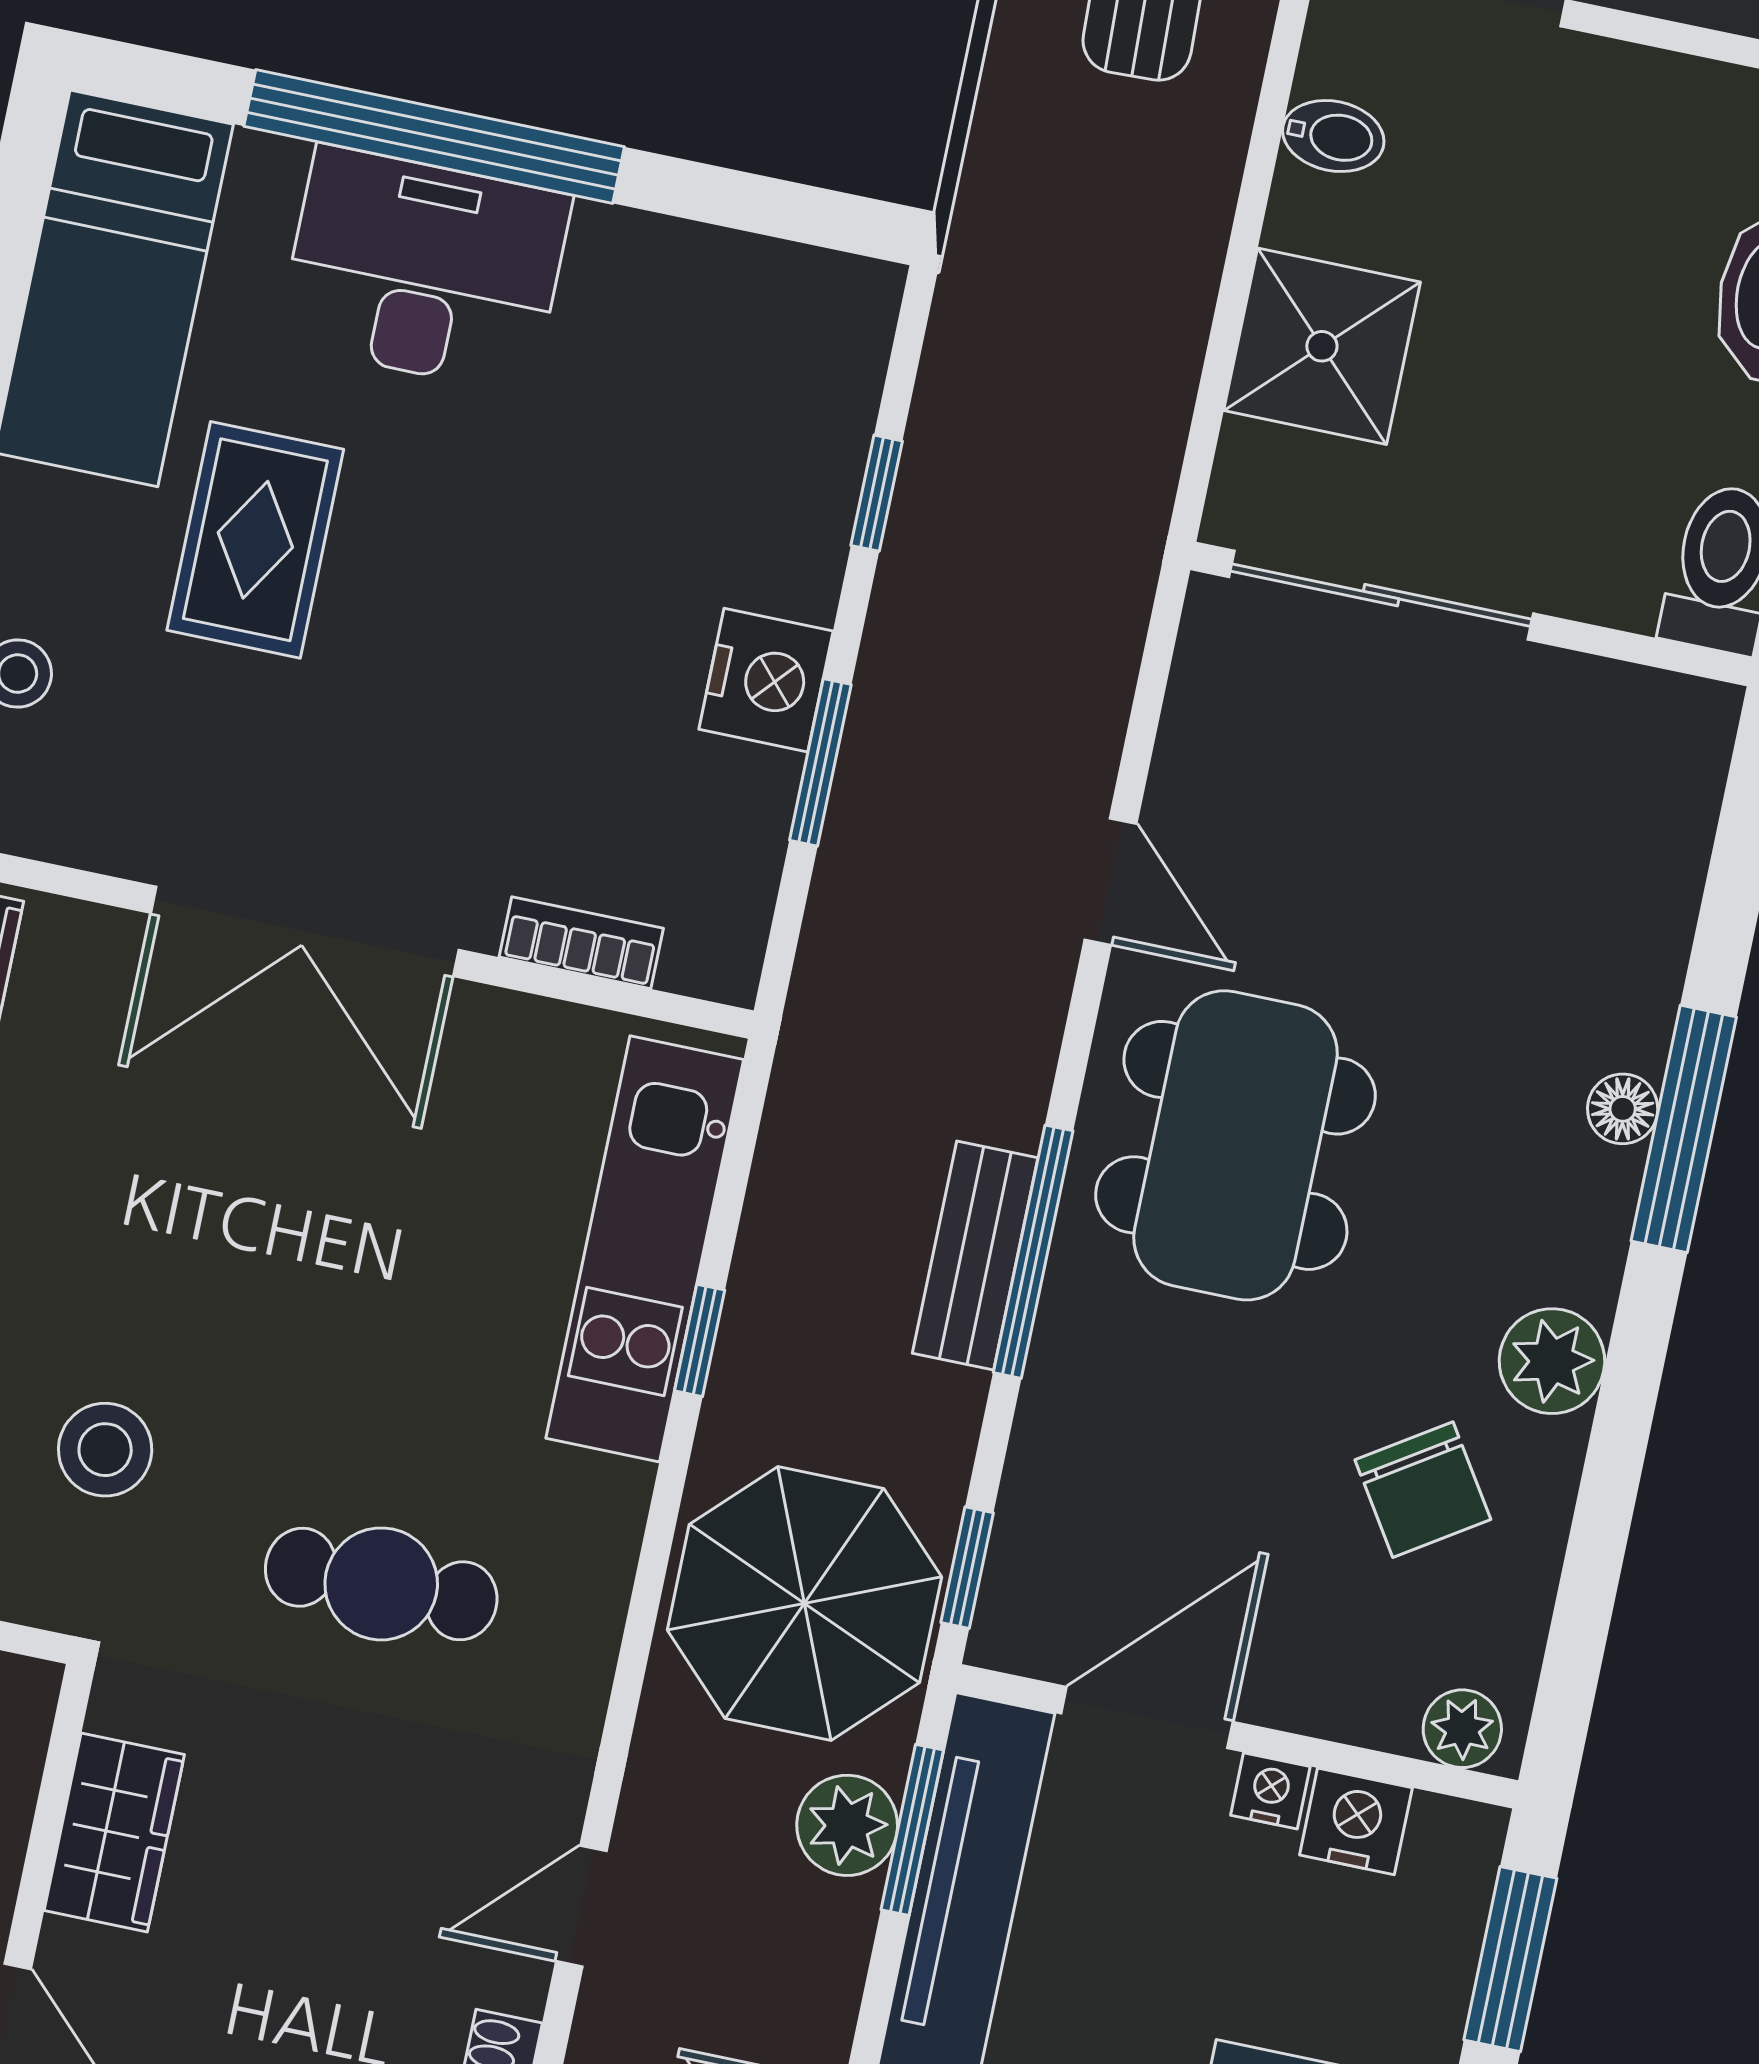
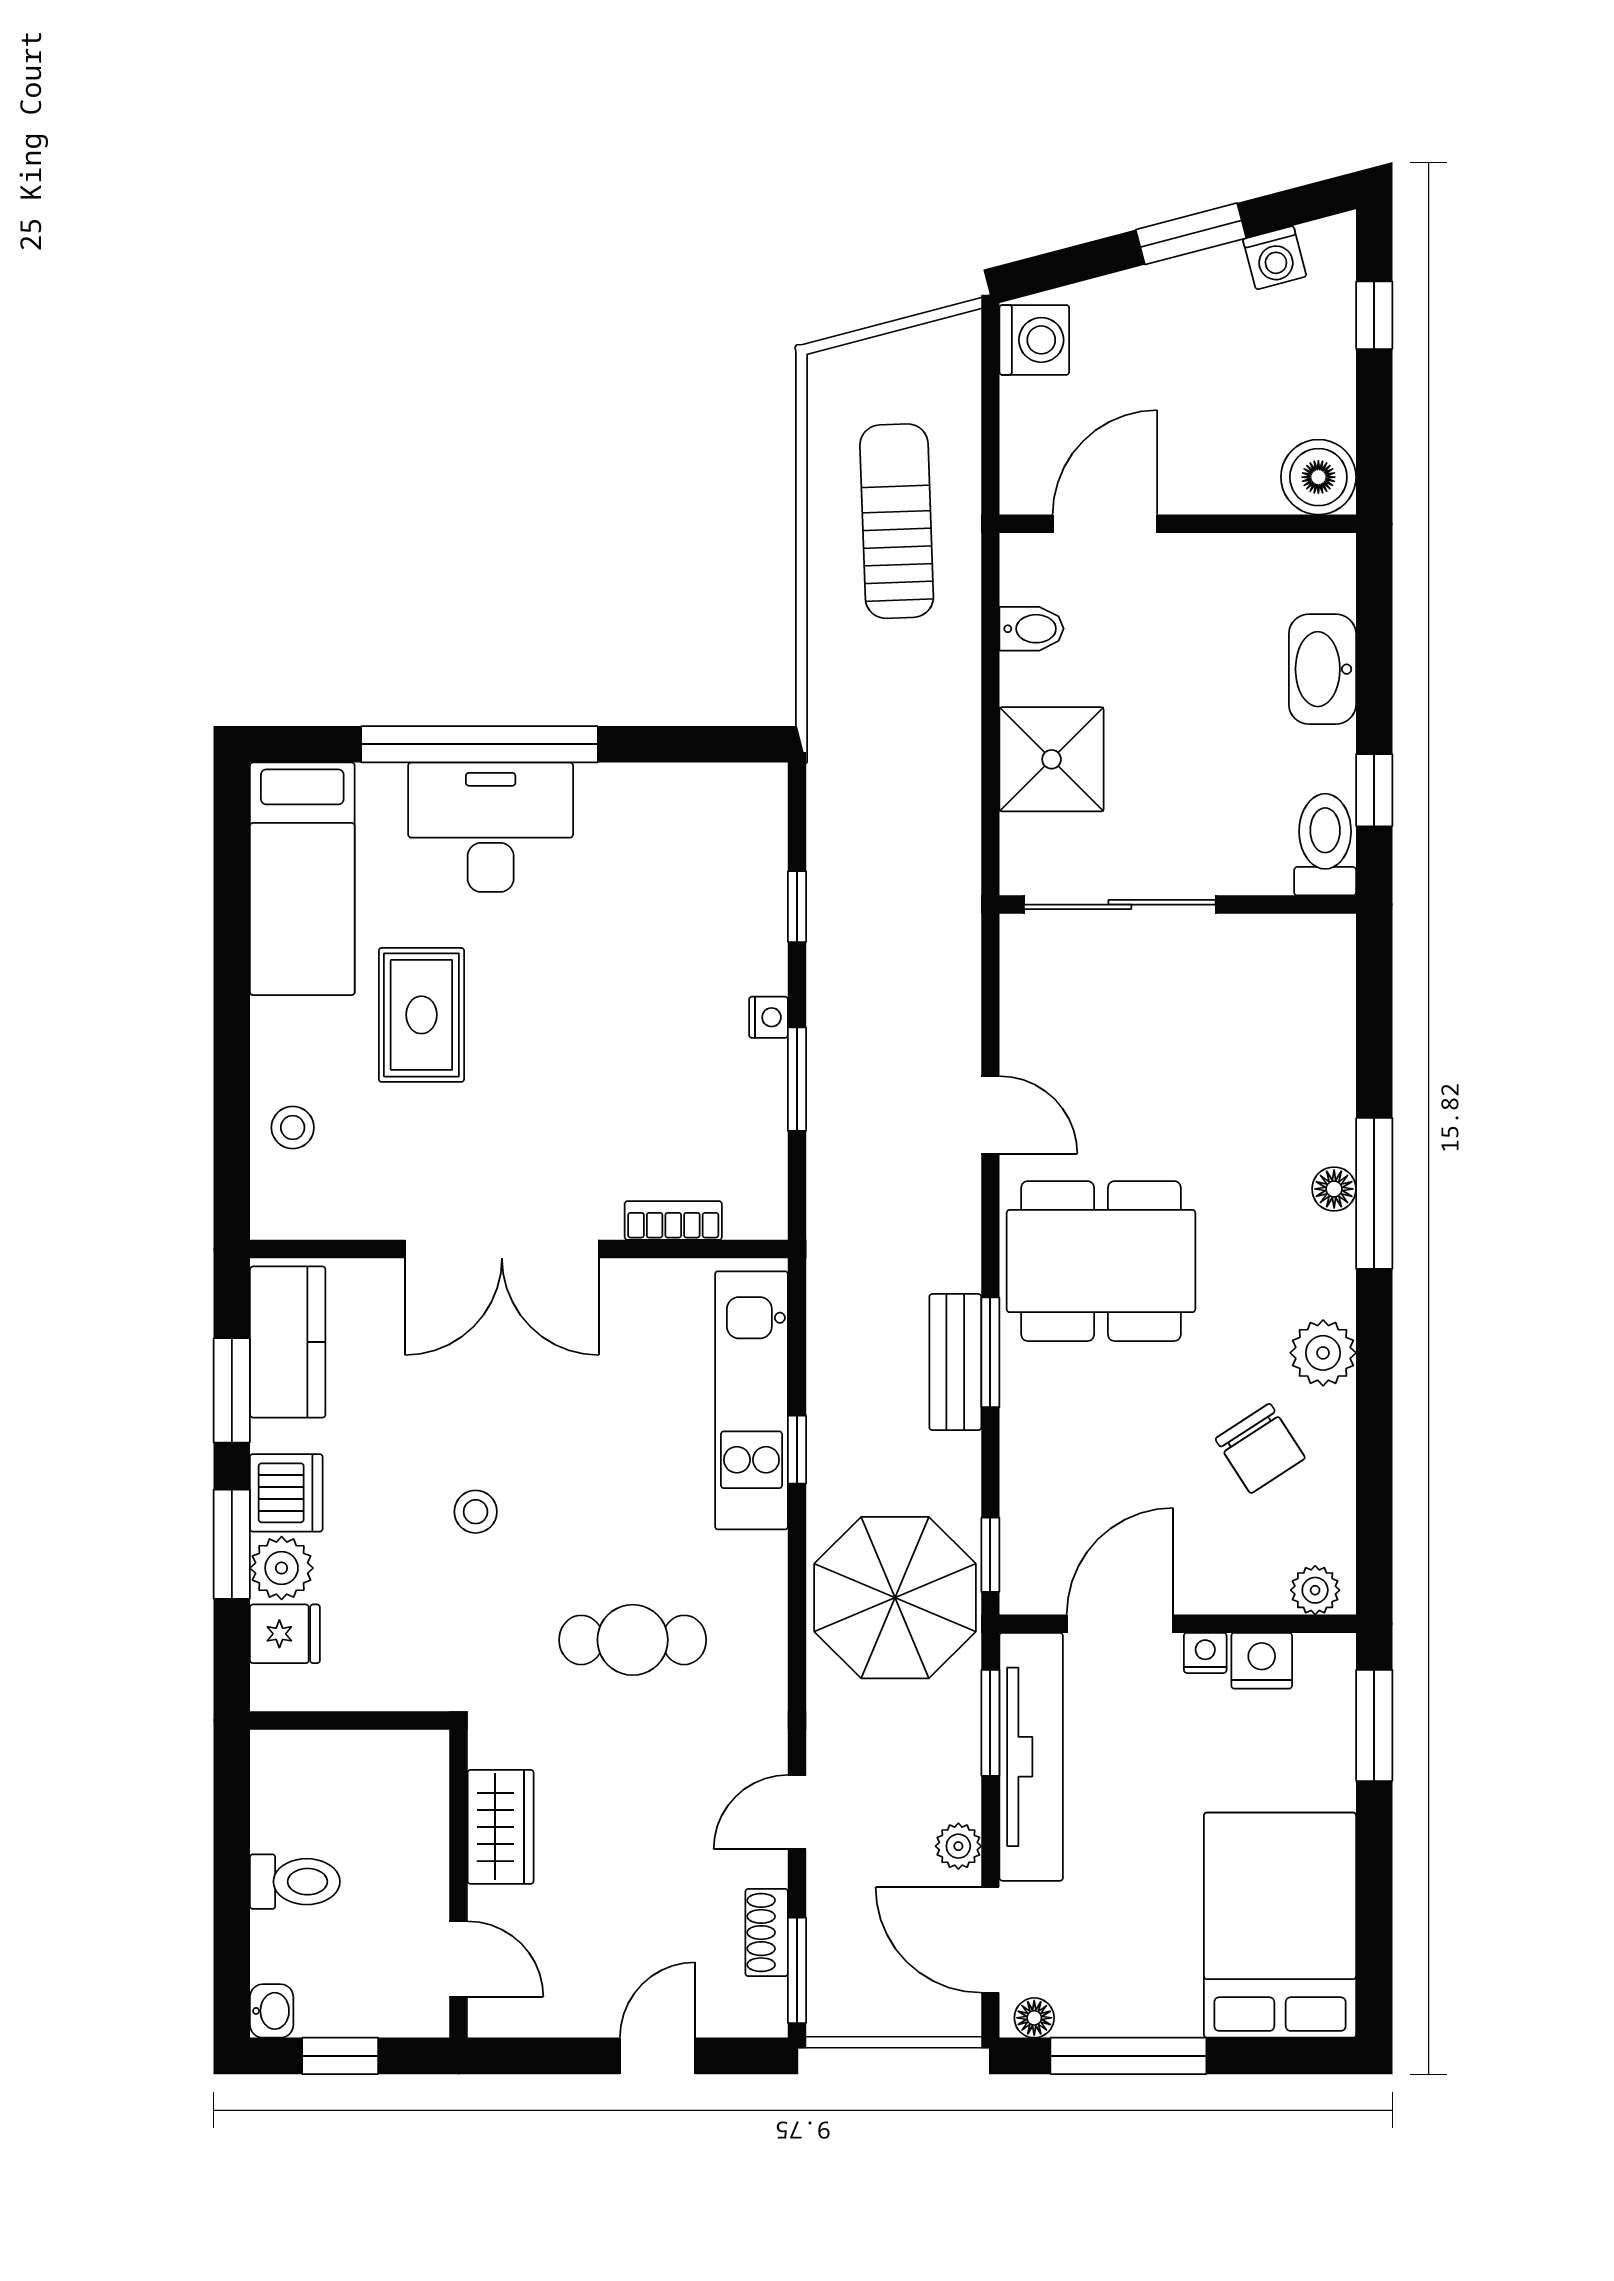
nightstand: (766, 680) -> (768, 1017), width x0.53, depth x0.56
dining table: (1235, 1145) -> (1101, 1261), turned 90
window: (1033, 1252) -> (990, 1352), width x0.69
stool: (105, 1450) -> (476, 1512), moved, width x0.73, depth x0.73
plant: (847, 1825) -> (958, 1846), moved, width x0.73, depth x0.73

